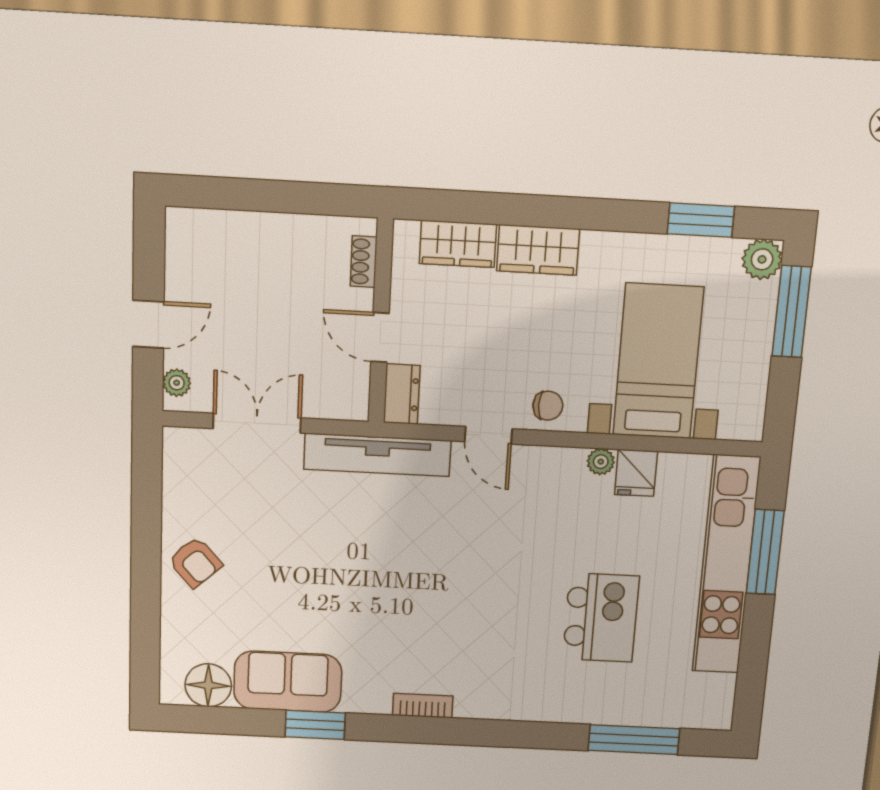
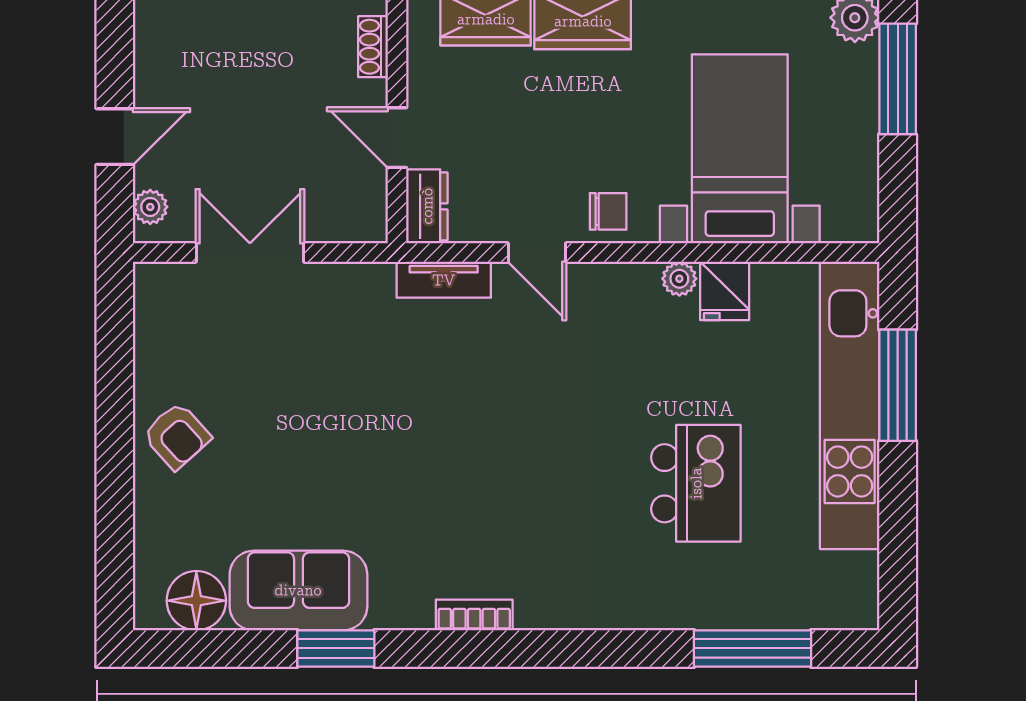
tv unit: (377, 455) -> (444, 280), width x0.52, depth x0.78

